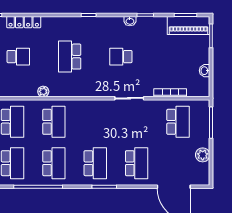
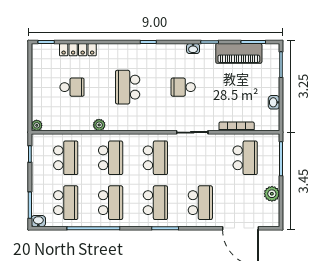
piano: (189, 25) -> (239, 53), moved
school desk: (95, 122) -> (155, 158), added

